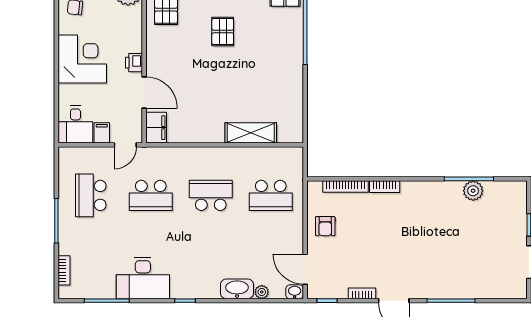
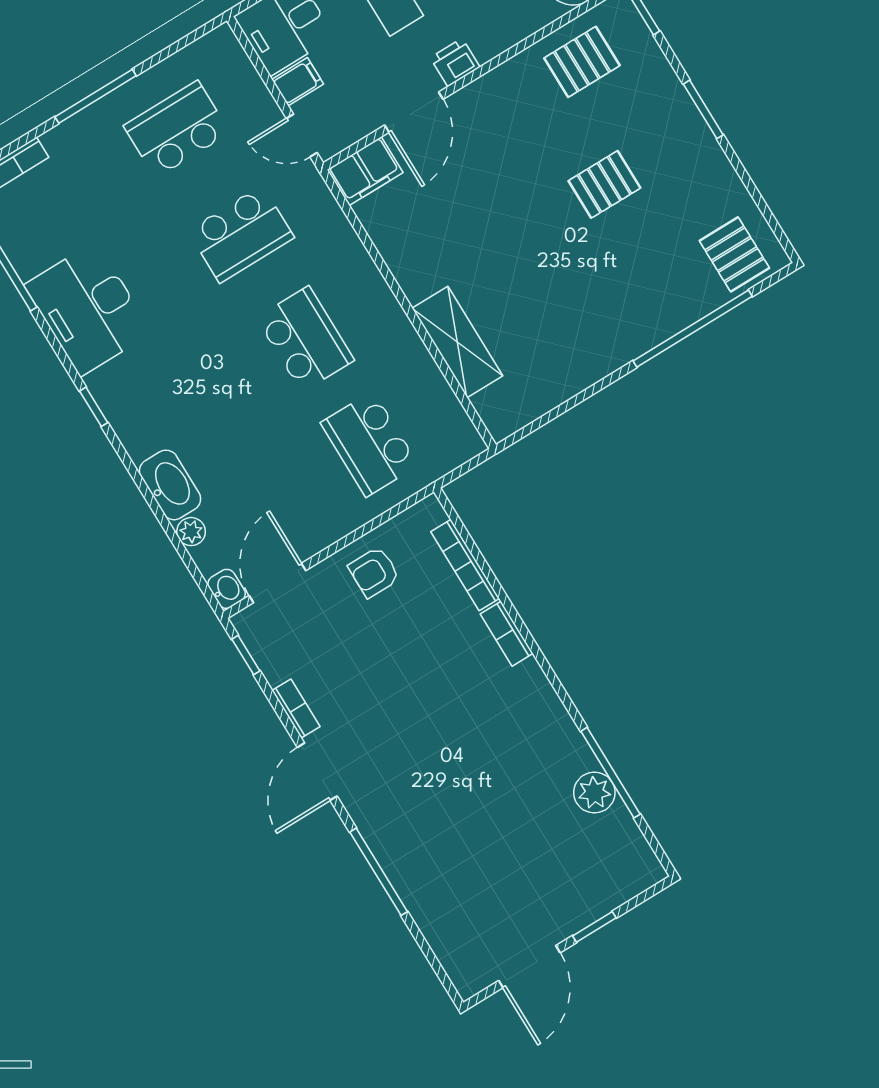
school desk: (151, 195) -> (241, 234), turned -90

